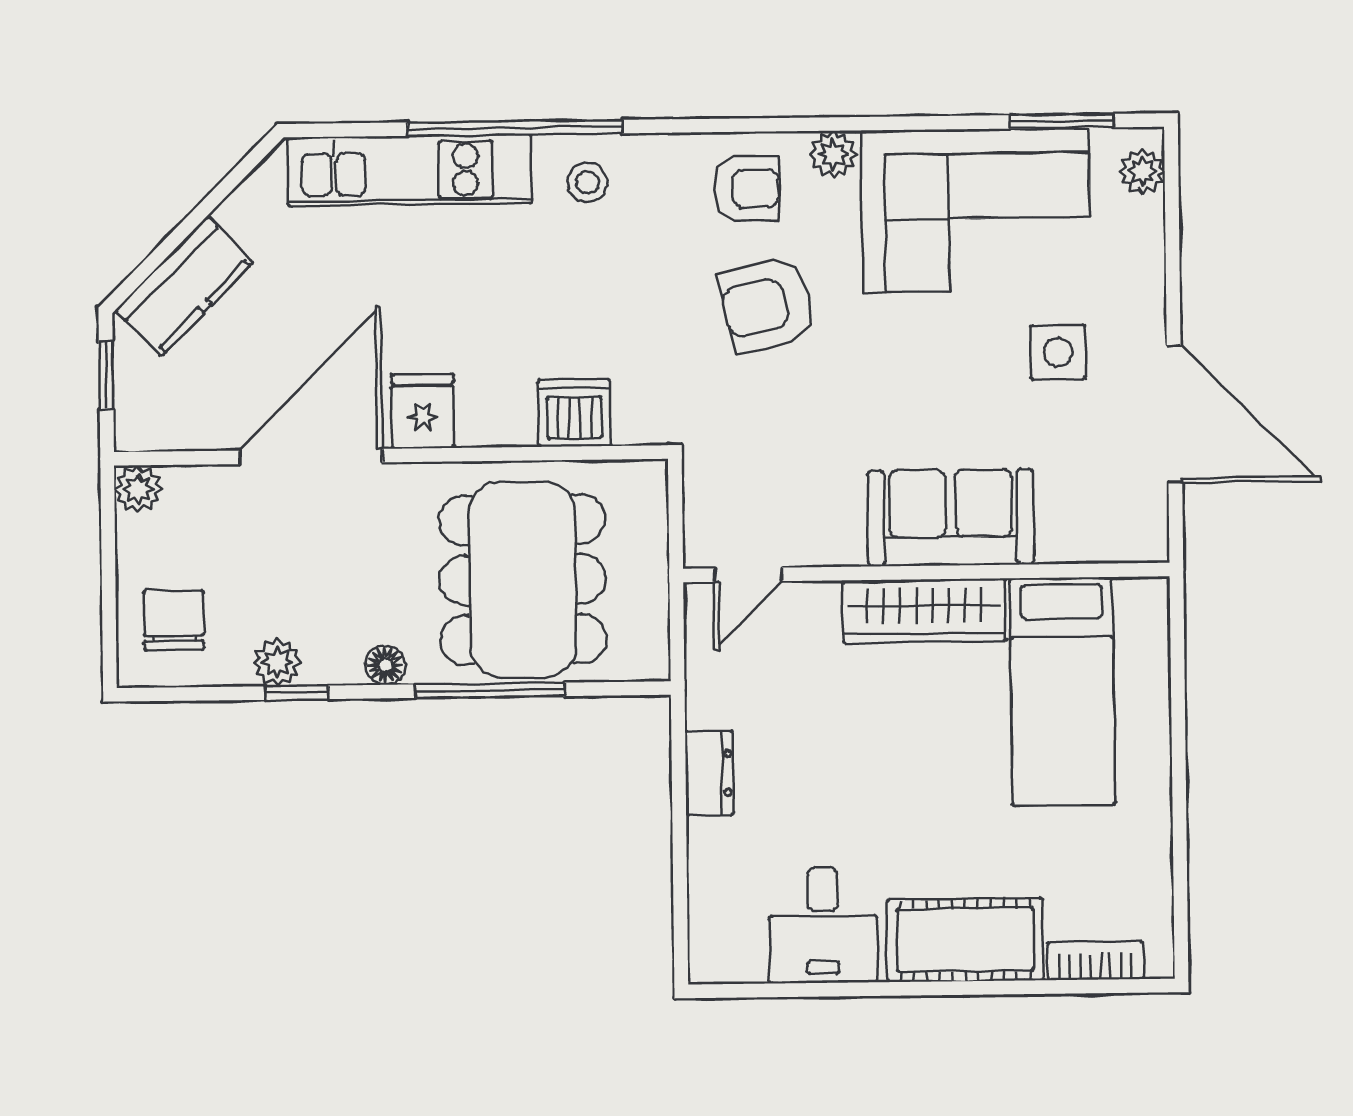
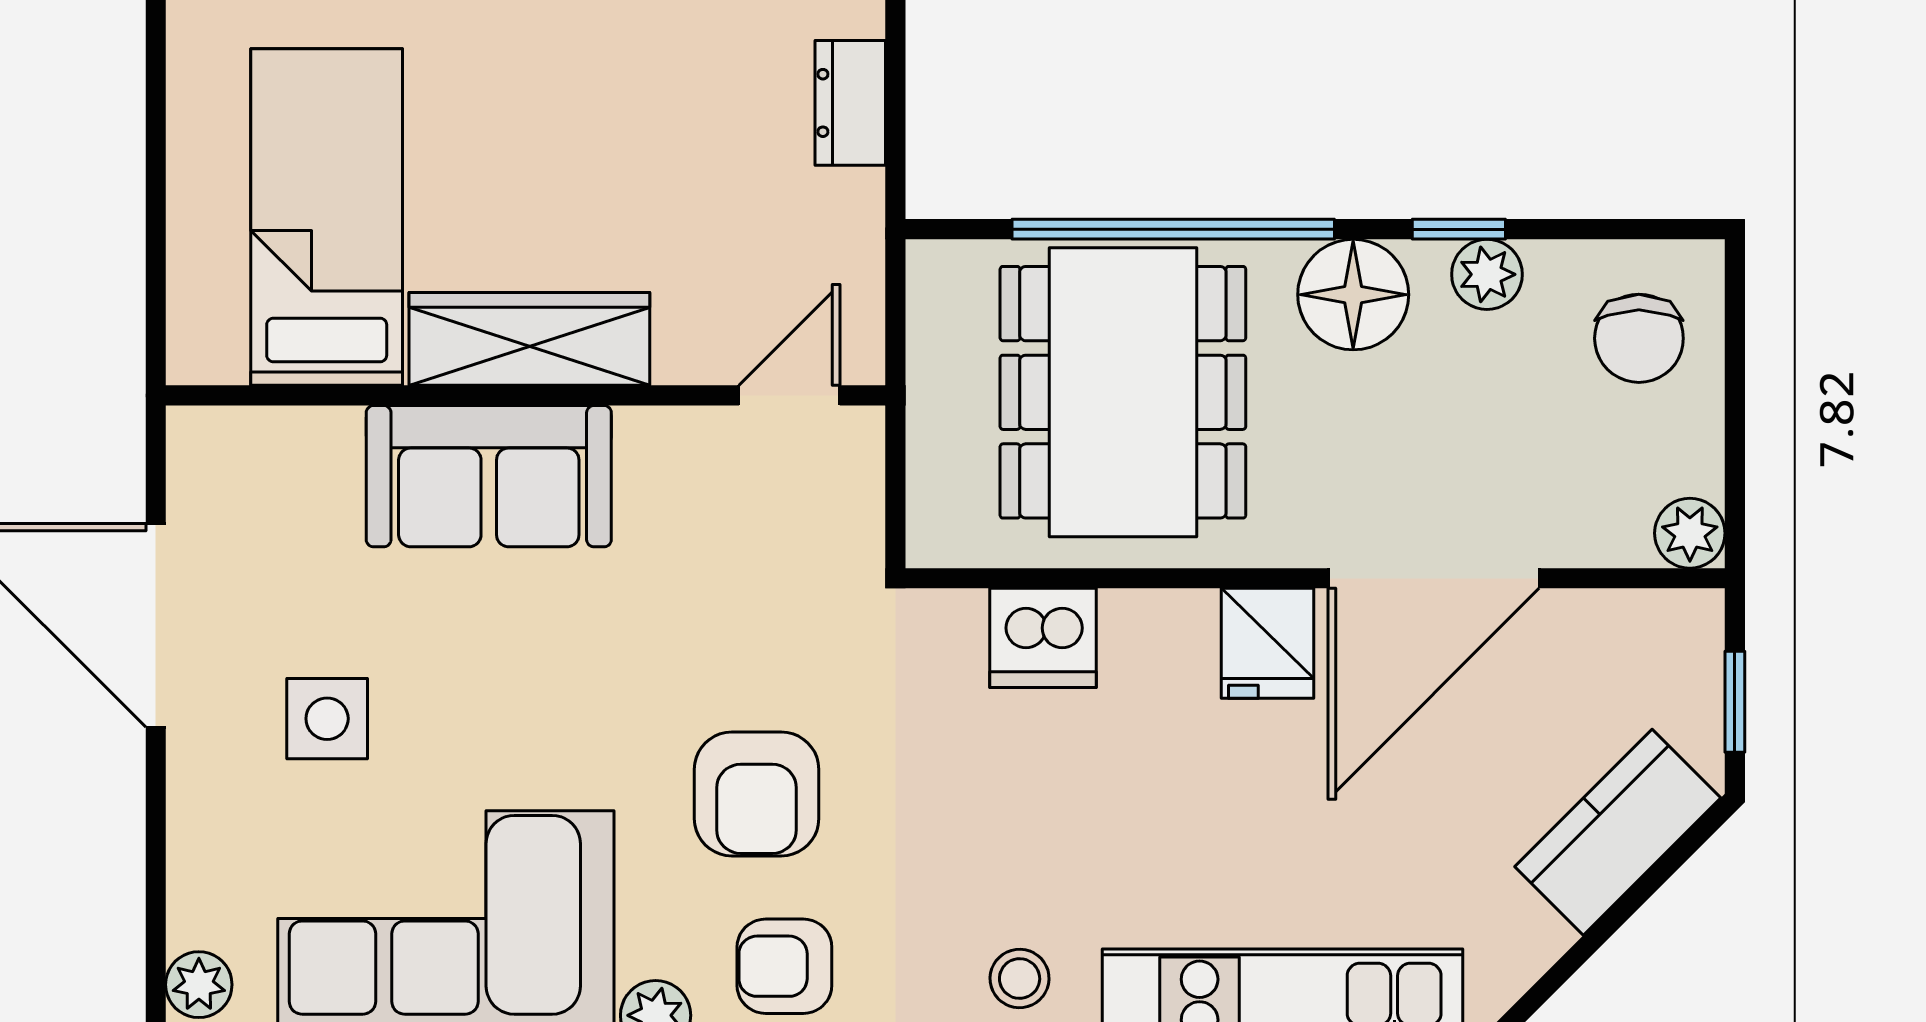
armchair: (767, 305) -> (757, 794), turned 103
floor lamp: (385, 665) -> (1353, 295), width x1.89, depth x1.89
window: (490, 690) -> (1173, 229), width x1.46

